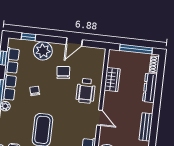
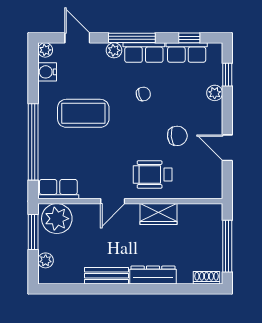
plant: (43, 51) -> (215, 93), width x0.53, depth x0.53
wardrobe: (112, 80) -> (158, 214), moved
dresser: (150, 88) -> (153, 275), moved

